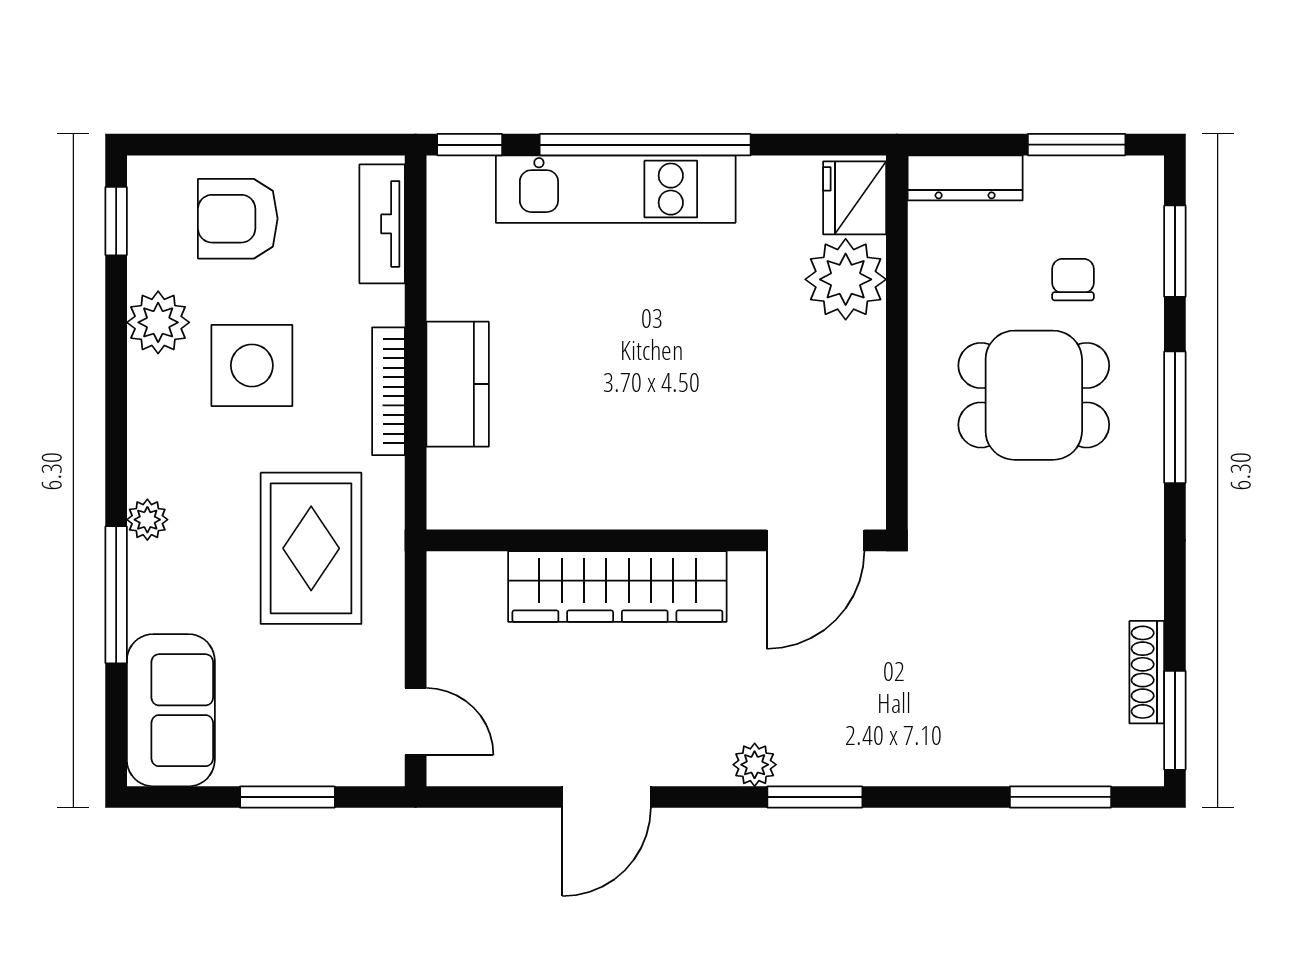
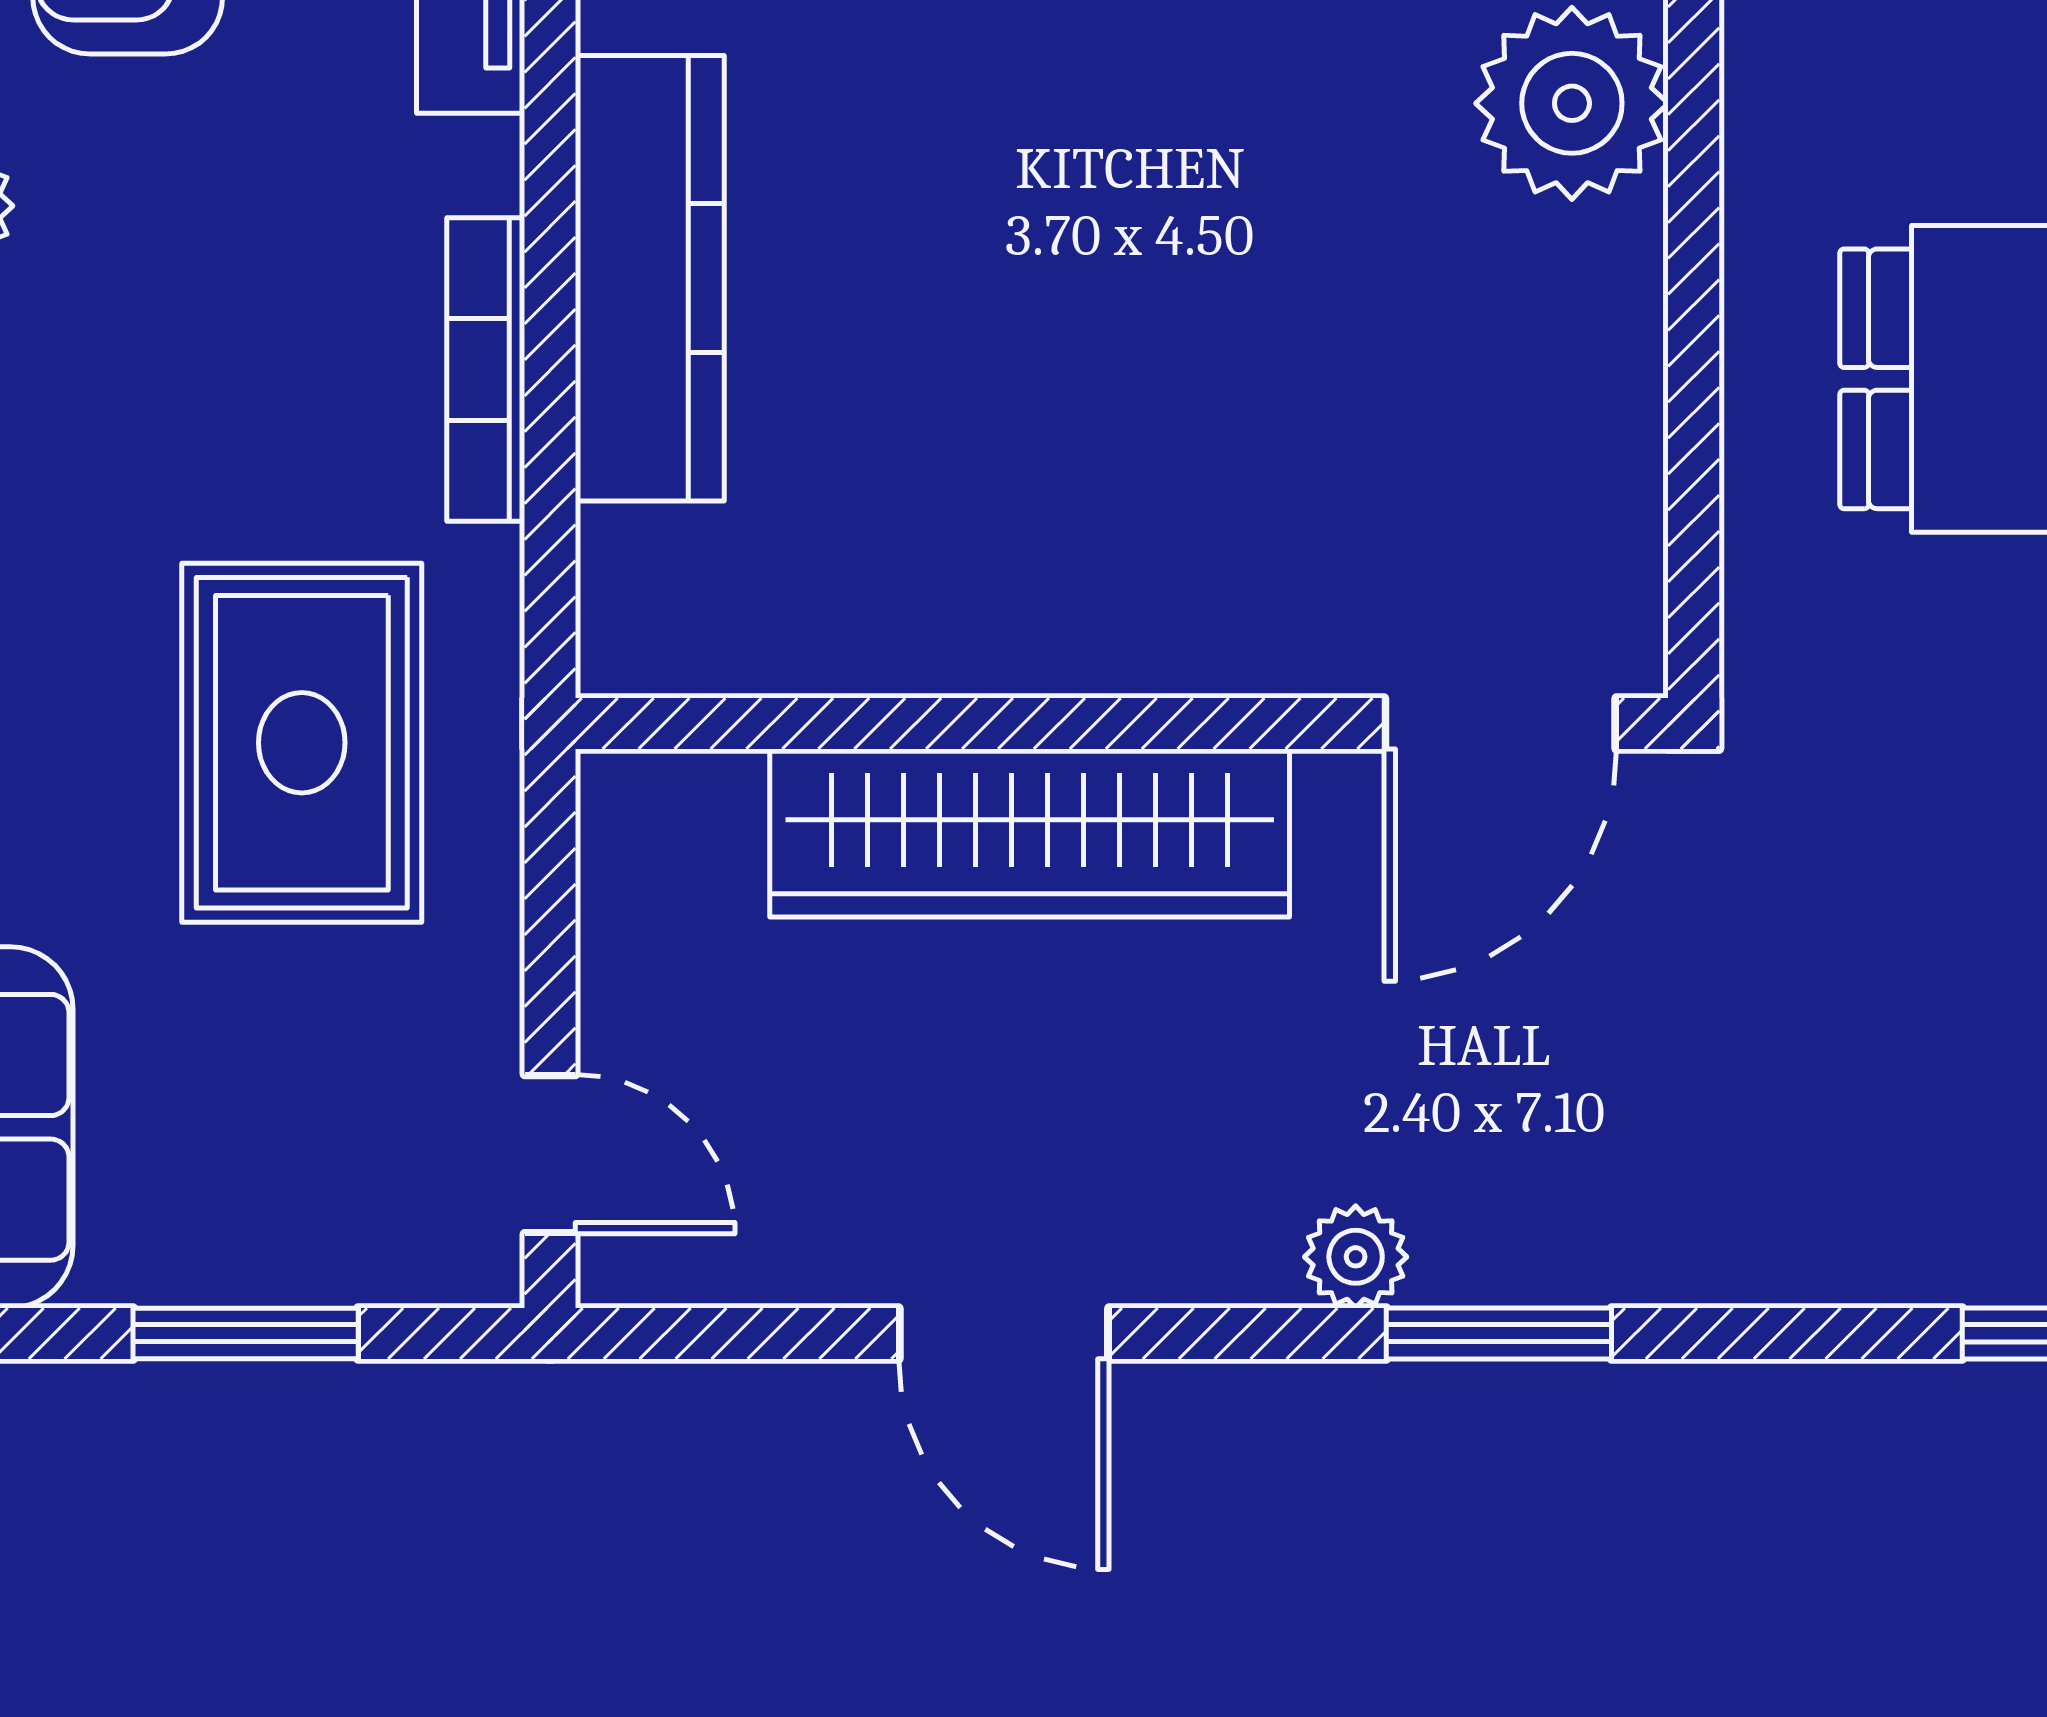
side table: (252, 365) -> (161, 308), removed
kitchen counter: (458, 384) -> (650, 278), width x1.50
door: (607, 797) -> (1004, 1333), hinge flipped

